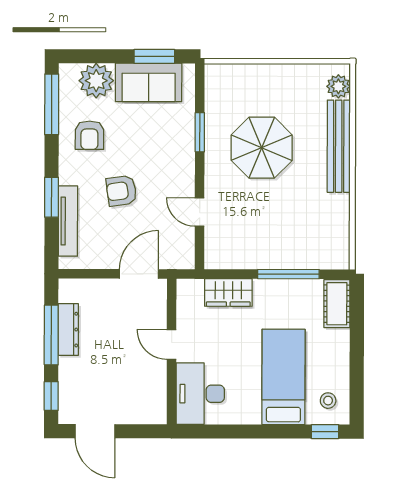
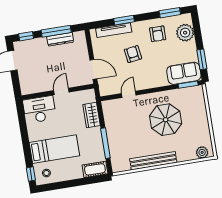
sofa: (149, 82) -> (184, 73), moved, turned 90
window: (52, 104) -> (170, 13), width x0.69
window: (200, 132) -> (188, 85), moved
armchair: (89, 135) -> (158, 34), turned -90
bench: (339, 146) -> (153, 161), moved

